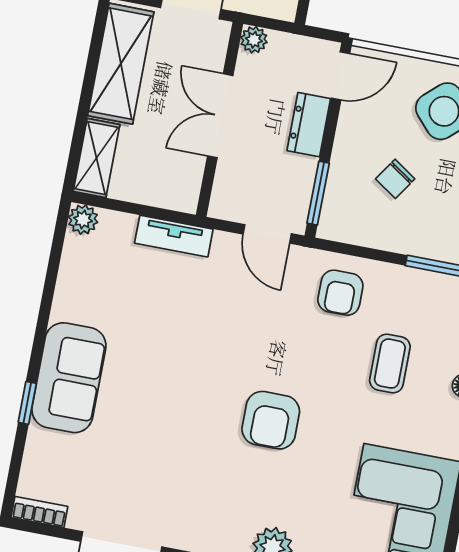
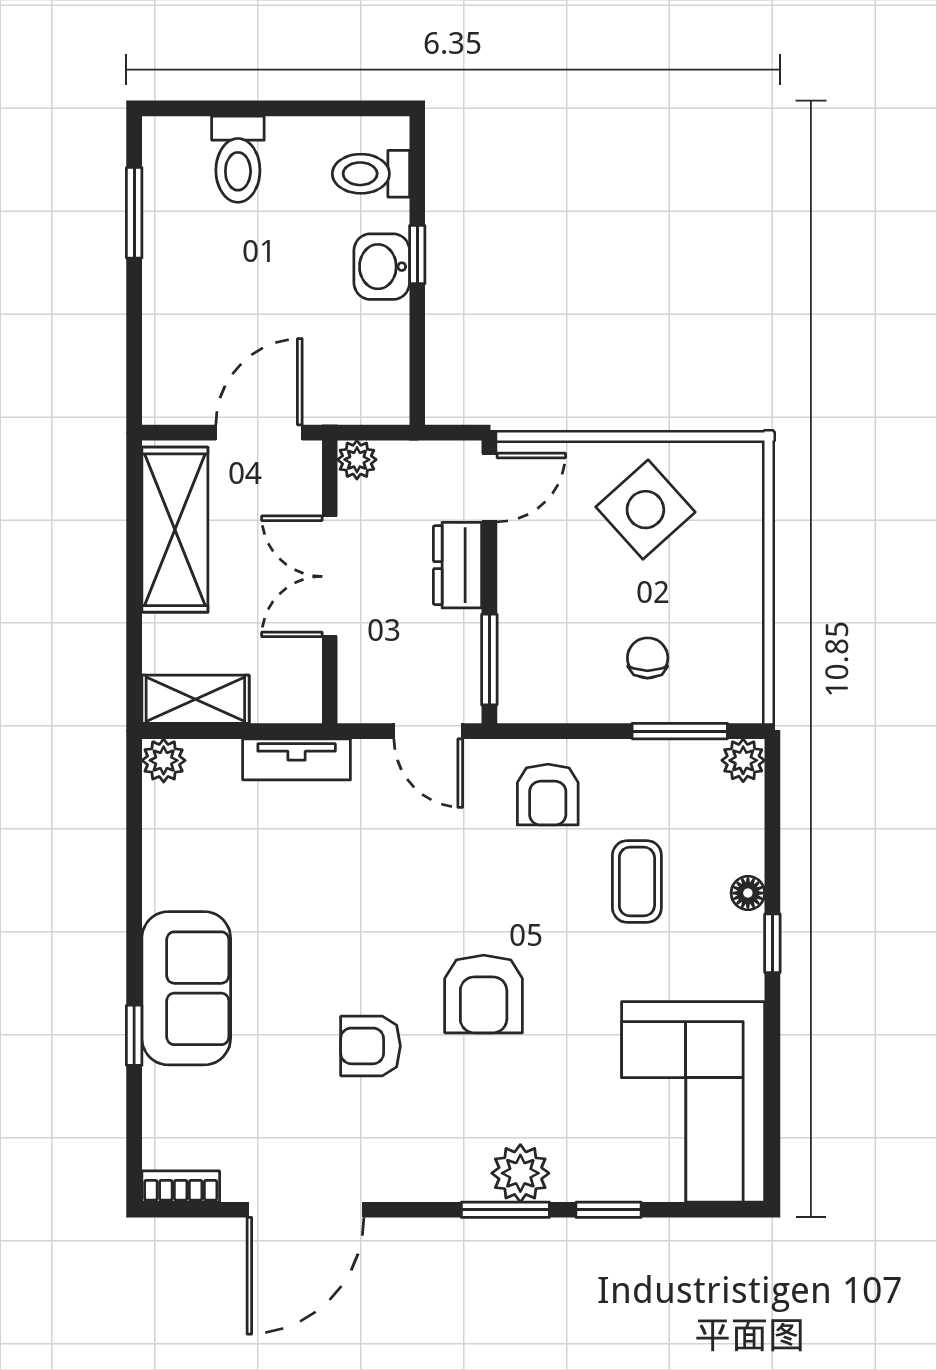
shelving: (97, 158) -> (195, 699), moved, turned 90
chair: (395, 179) -> (648, 658), moved, turned 146
armchair: (187, 441) -> (370, 1046), added

